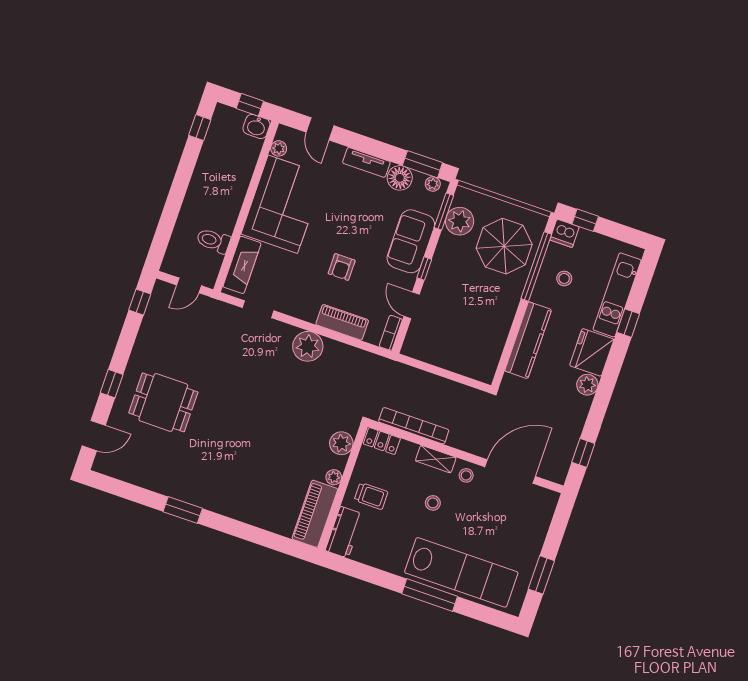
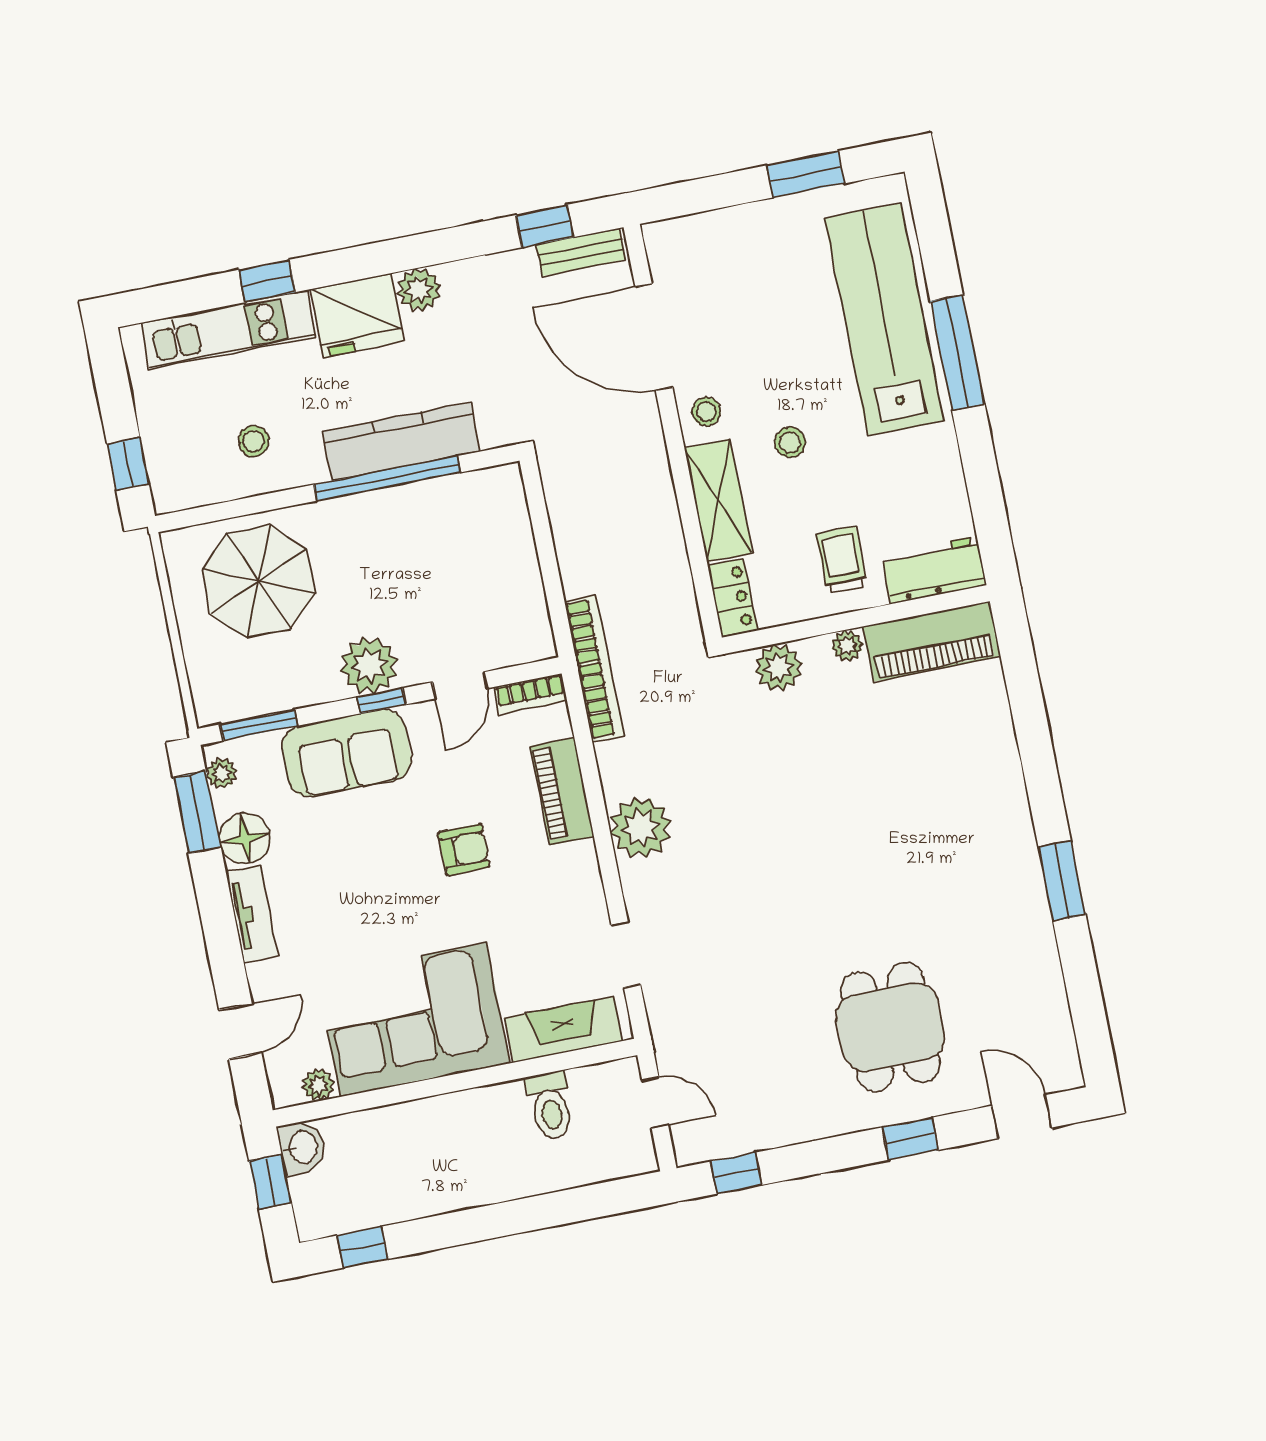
plant: (460, 221) -> (369, 665), moved
dishwasher: (565, 233) -> (173, 487), removed
window: (536, 266) -> (387, 478), moved
bookcase: (414, 426) -> (594, 669), moved, turned 180
shelving: (436, 459) -> (718, 501), width x1.50, depth x1.33
bench: (564, 462) -> (581, 252), added

